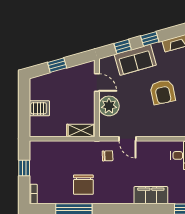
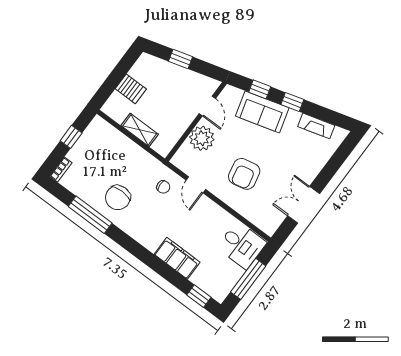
armchair: (163, 92) -> (244, 174), moved
shelving: (81, 130) -> (140, 130), moved

